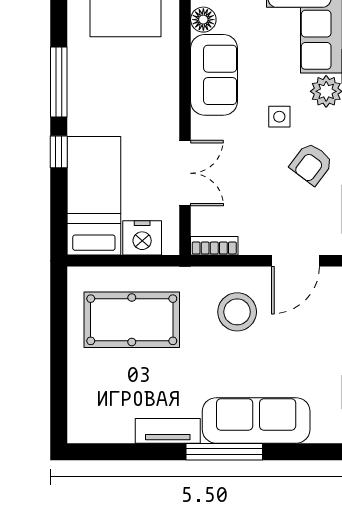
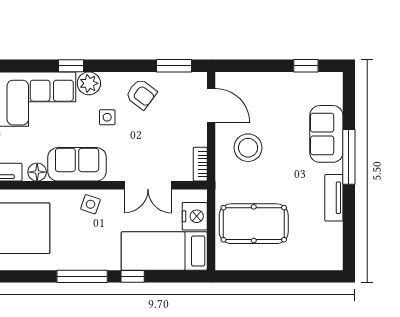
side table: (159, 93) -> (90, 204), added
double door: (185, 173) -> (148, 185), swing flipped
pool table: (132, 320) -> (254, 224), turned 90
sofa: (256, 420) -> (326, 134), width x0.73

